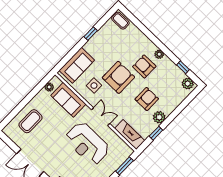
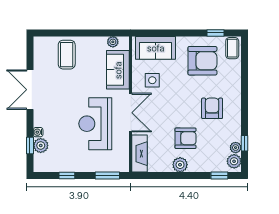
window: (91, 34) -> (215, 33), moved
plant: (159, 54) -> (236, 148), moved
armchair: (118, 77) -> (202, 61), moved
double door: (101, 117) -> (131, 113), width x1.37
coffee table: (31, 121) -> (67, 55), turned 90
window: (156, 133) -> (219, 176), moved

